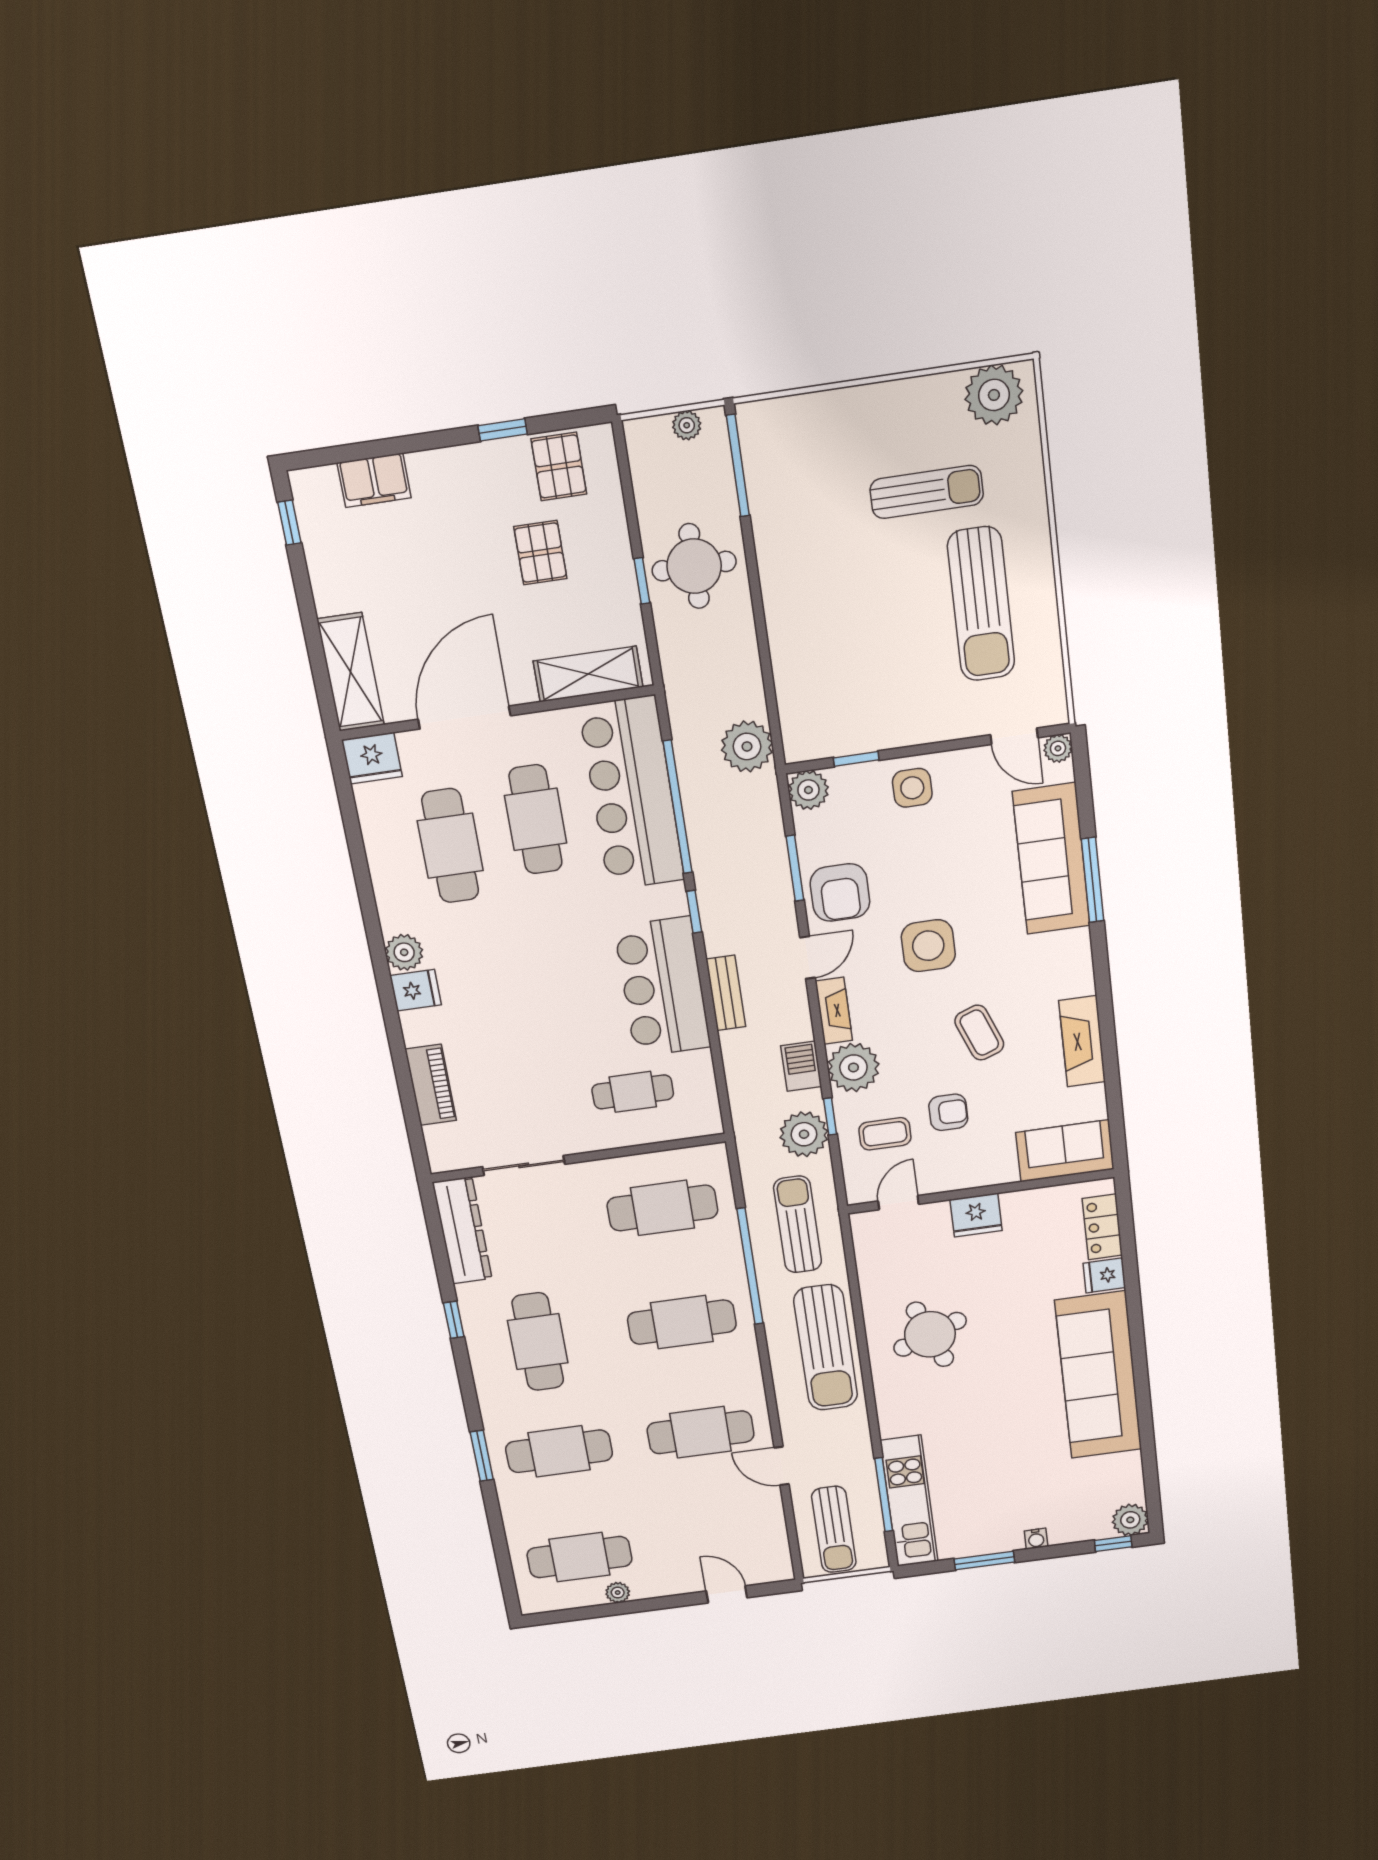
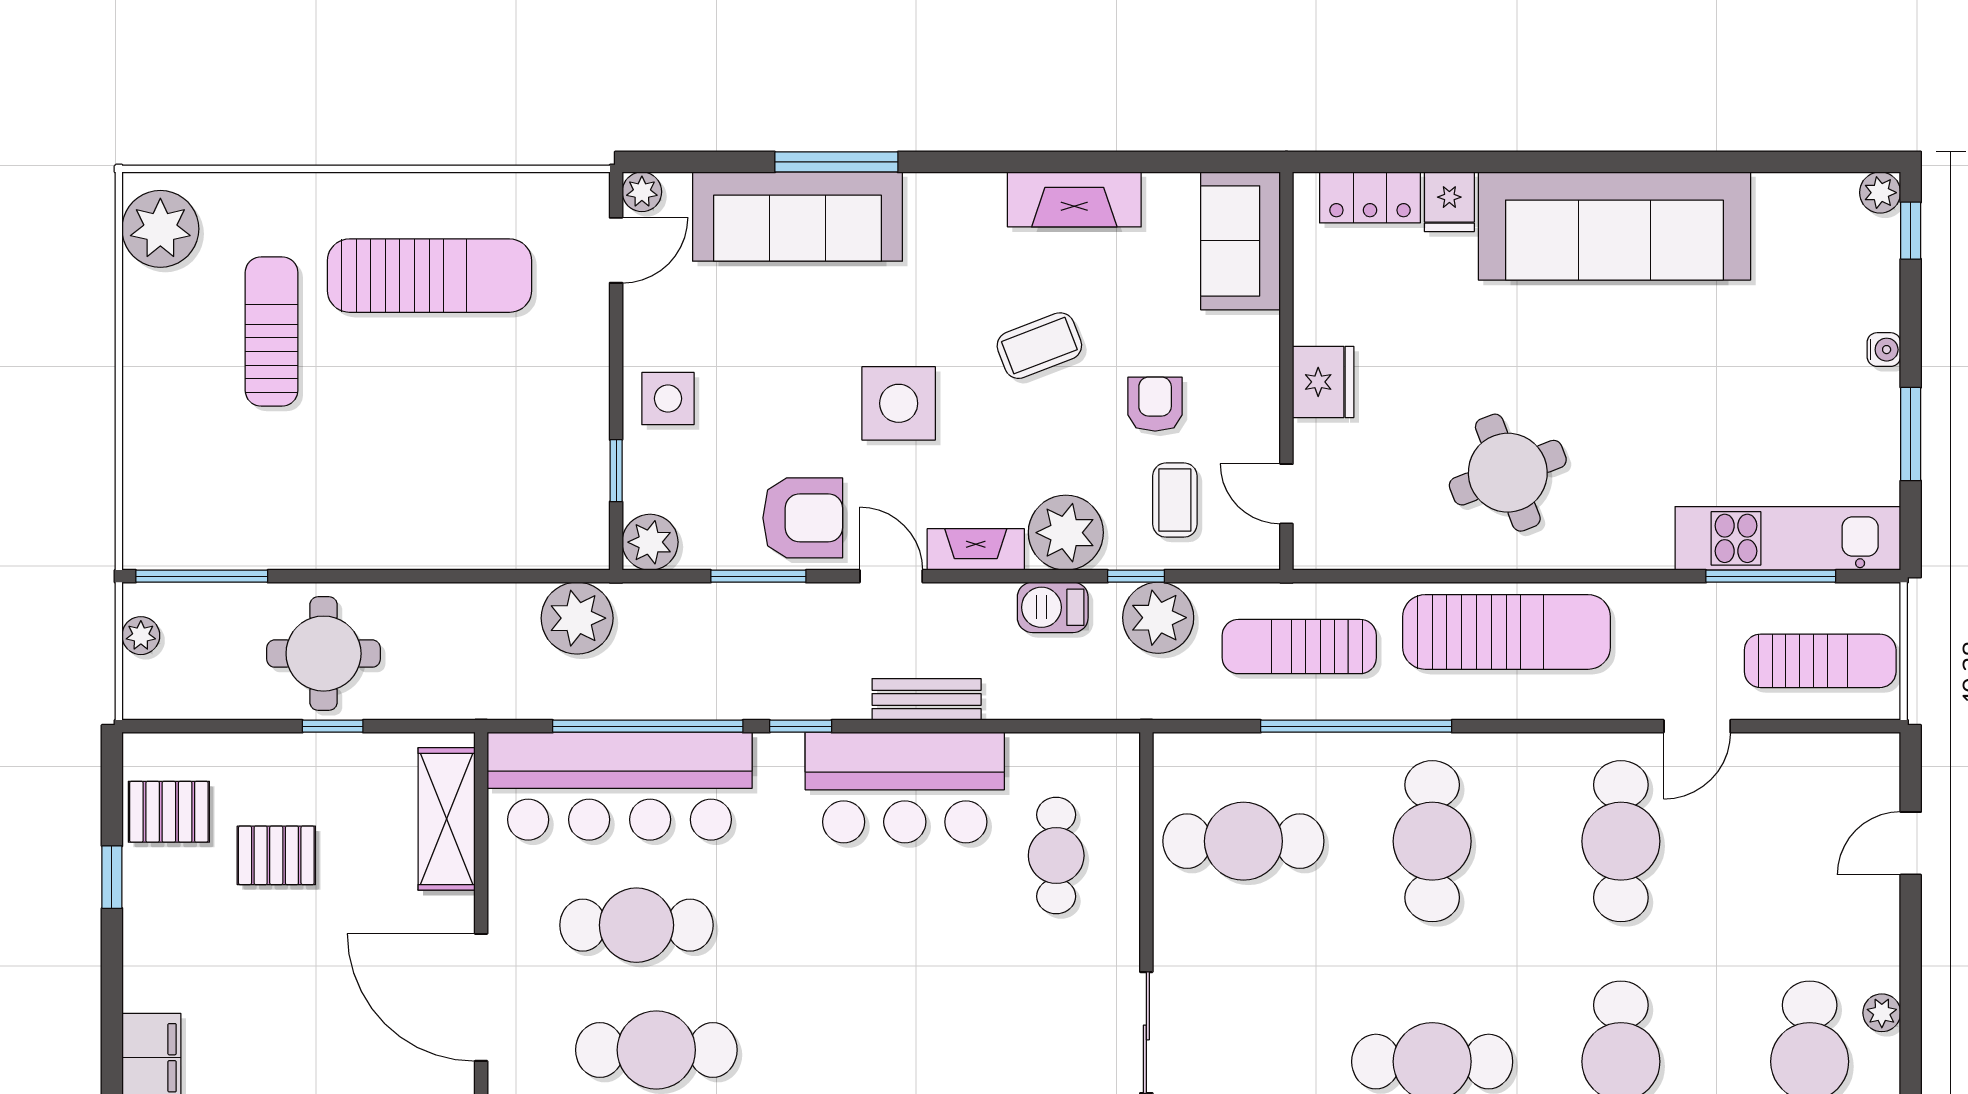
cafe table: (662, 1208) -> (1243, 841), turned 90
plant: (1130, 1520) -> (1880, 193), width x0.73, depth x0.73

